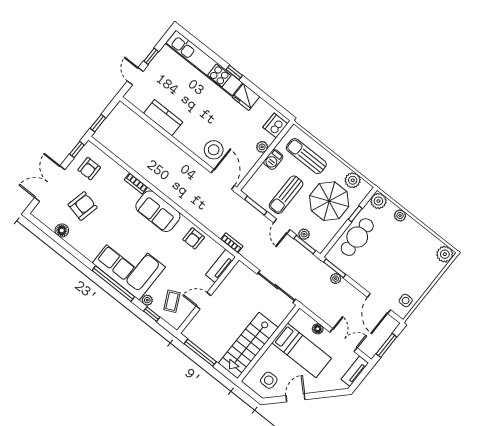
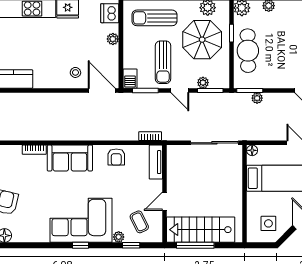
stool: (214, 150) -> (75, 72), width x0.53, depth x0.53
barbecue: (273, 159) -> (130, 79), moved
window: (113, 284) -> (81, 245), width x0.32
floor lamp: (318, 329) -> (252, 150), moved
stairs: (248, 345) -> (201, 230), moved, turned 90

